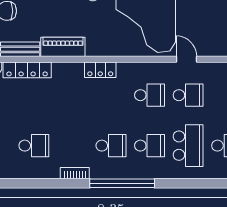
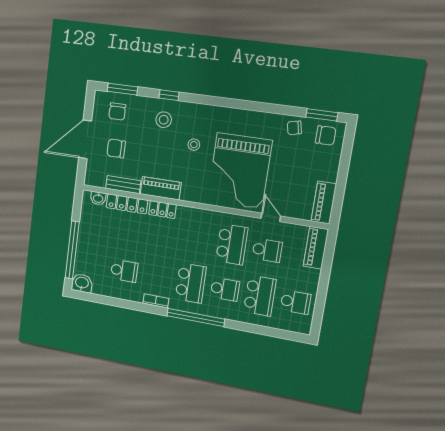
locker: (100, 70) -> (162, 210), moved
school desk: (150, 95) -> (232, 244), width x1.85
school desk: (111, 146) -> (191, 283), width x1.85

